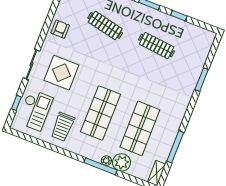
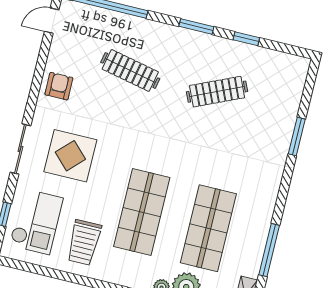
clothes rail: (157, 46) -> (217, 92), turned -30

